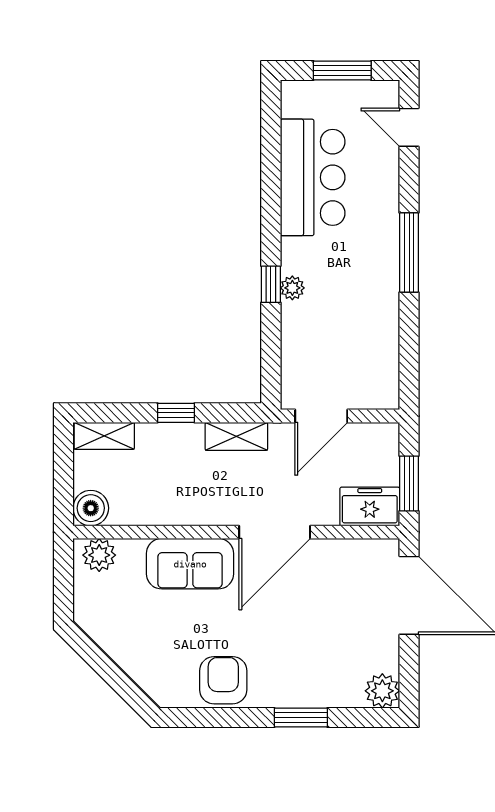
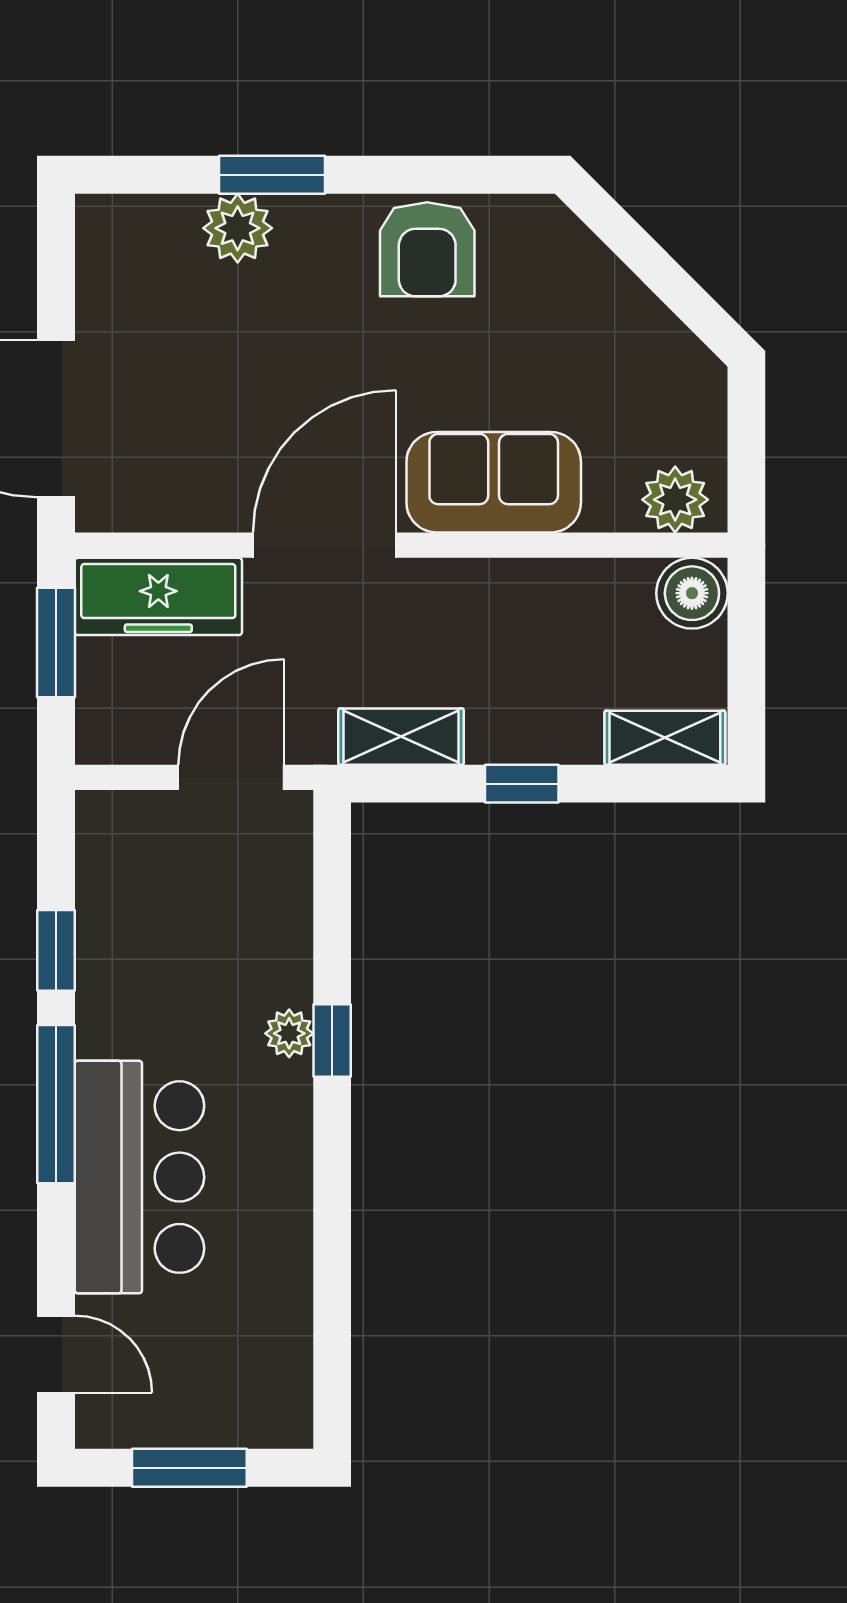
bar counter: (313, 177) -> (139, 1177), moved, turned 180
window: (409, 329) -> (56, 950), added
freezer: (370, 506) -> (158, 596), width x1.40
plant: (382, 691) -> (238, 228), moved

